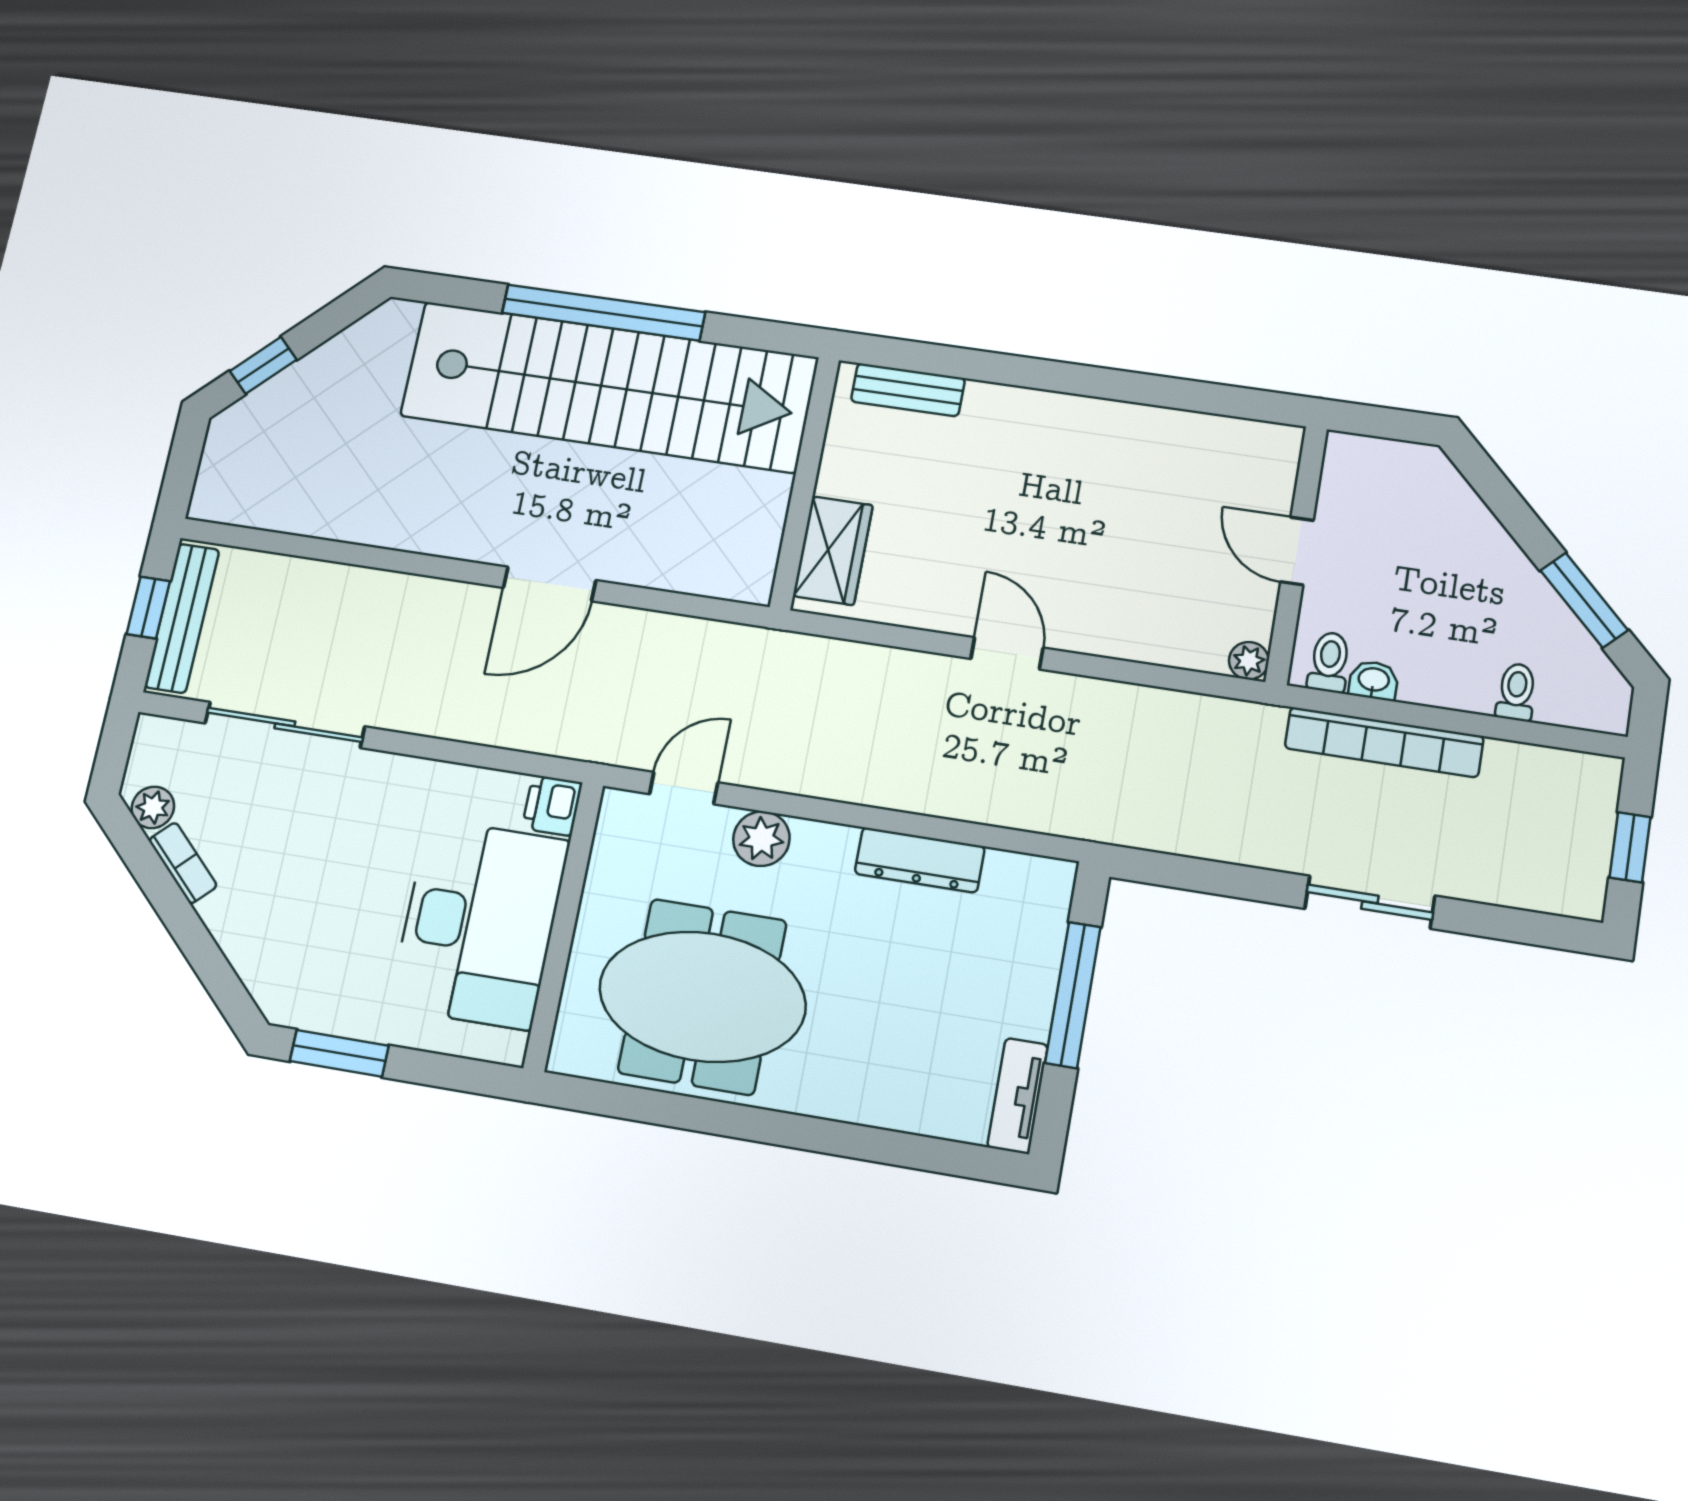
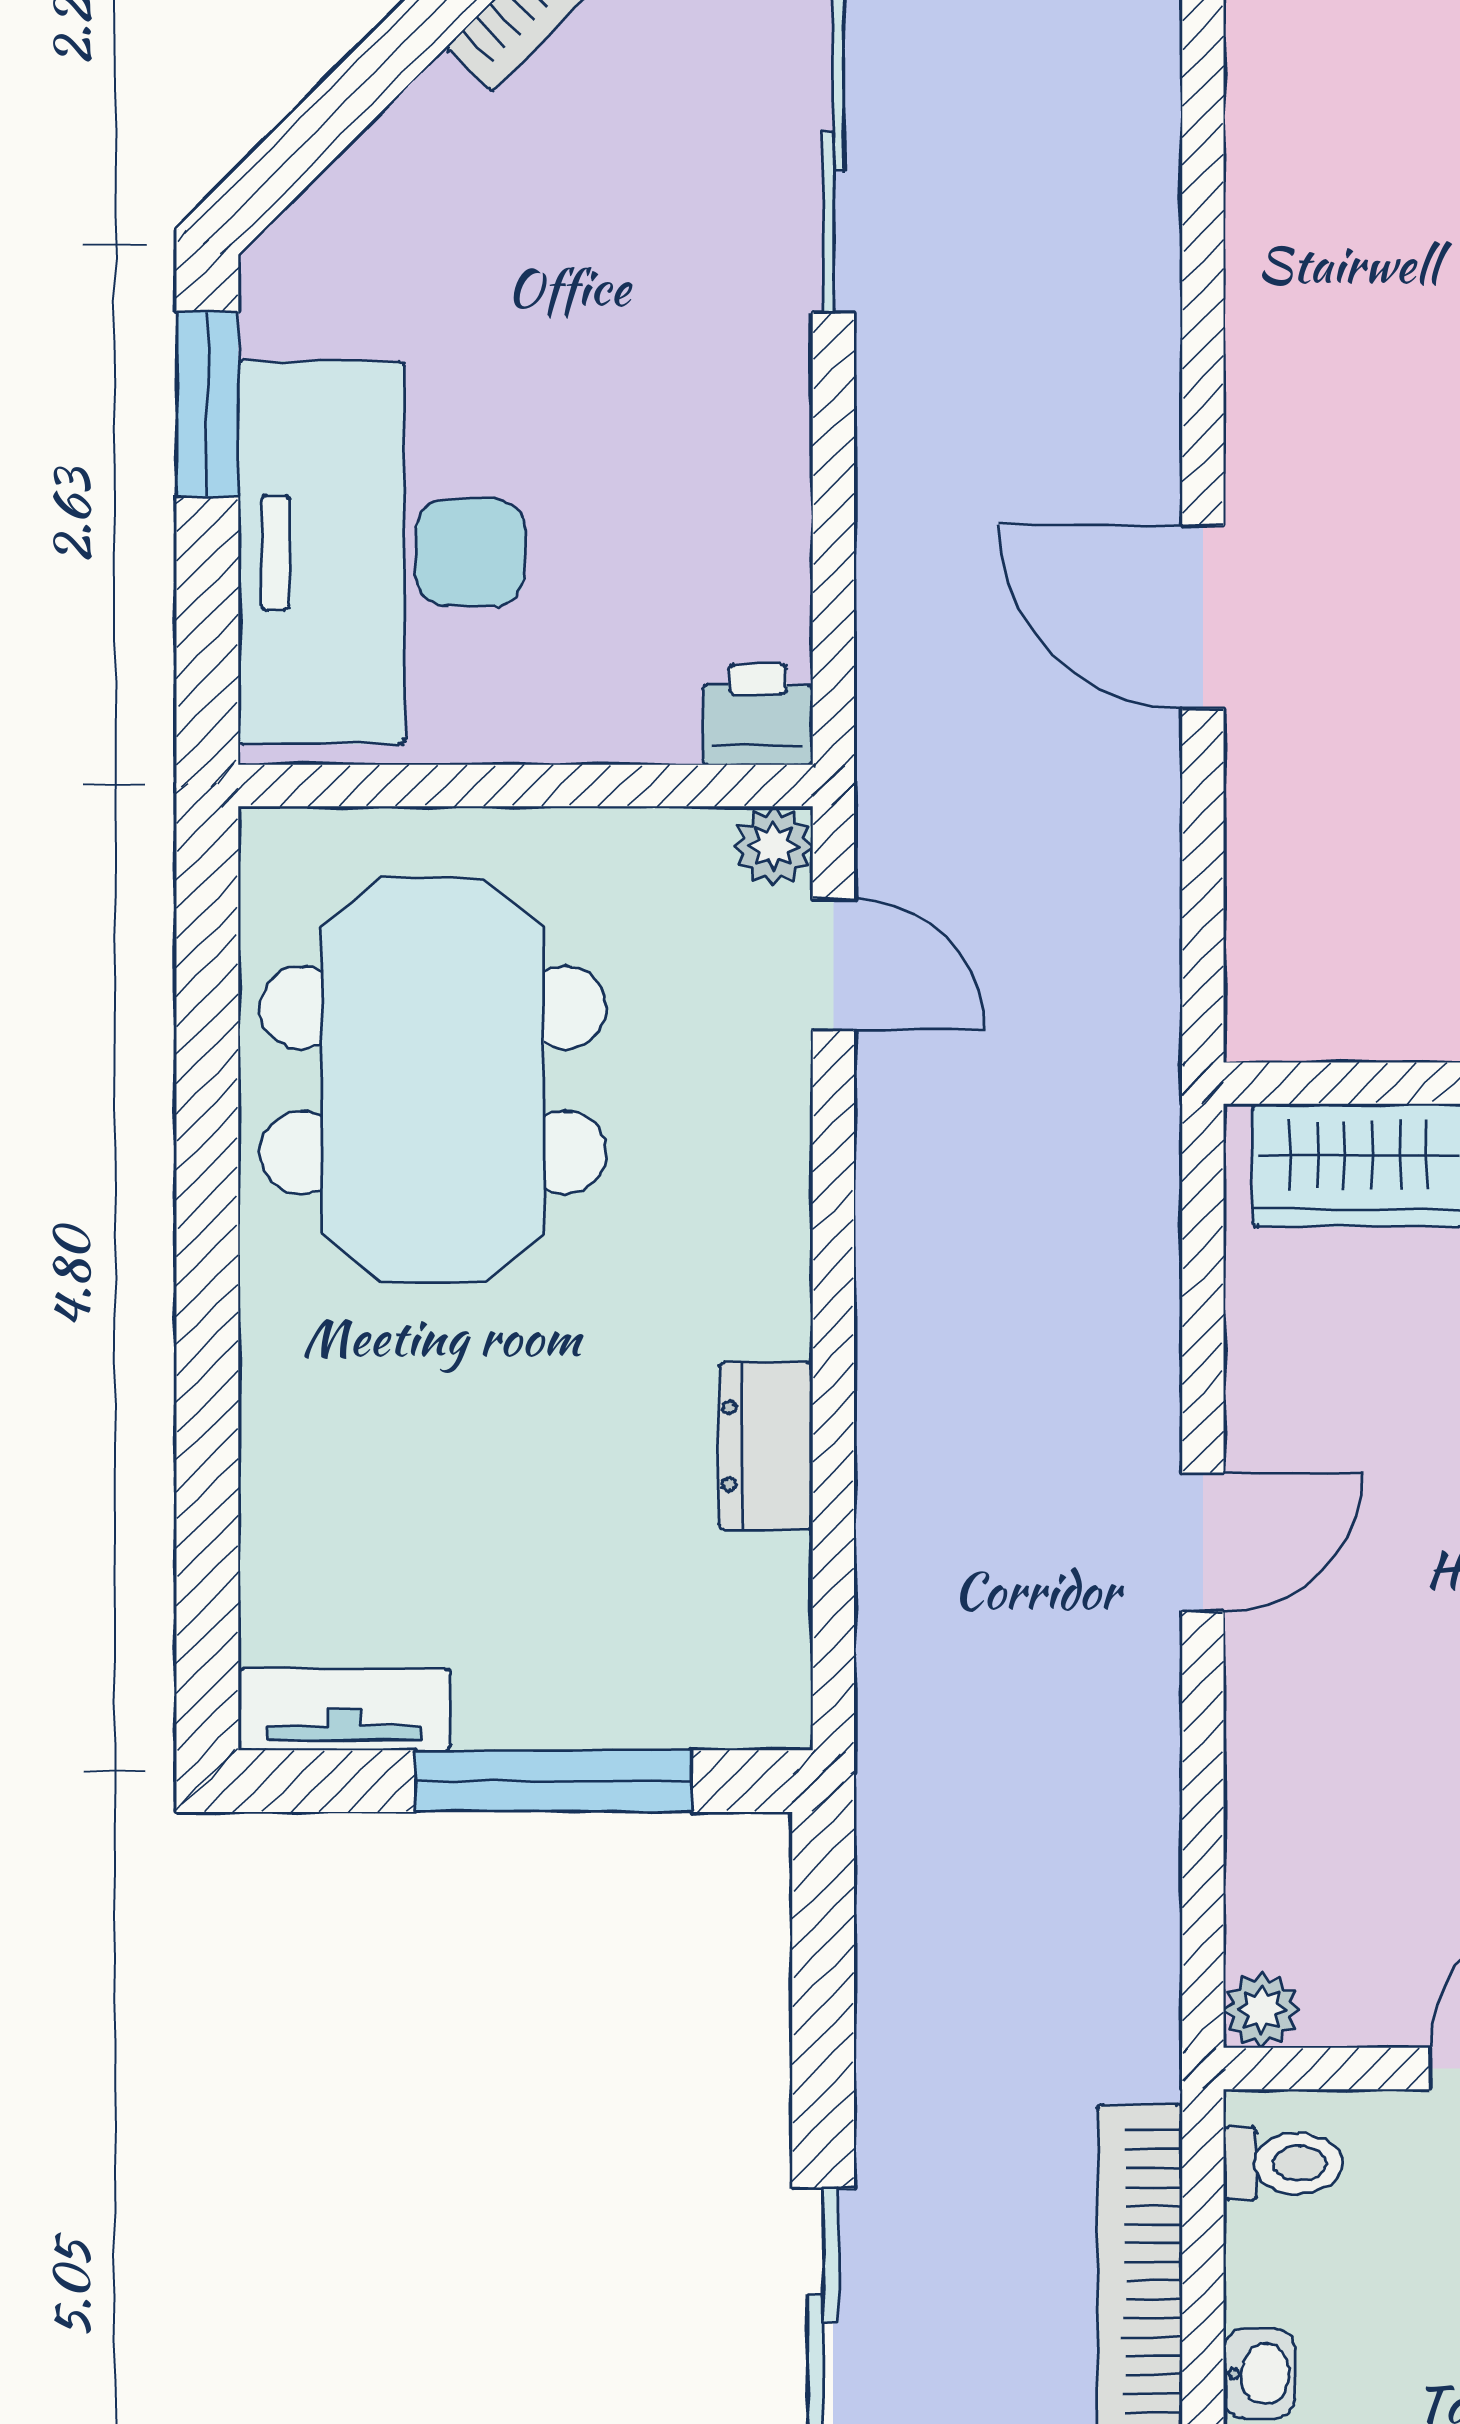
washbasin: (1374, 680) -> (1260, 2374), moved
plant: (761, 839) -> (773, 846), moved, width x0.73, depth x0.73
dresser: (920, 860) -> (766, 1446), width x0.70
desk: (479, 924) -> (382, 553), moved, turned 90

